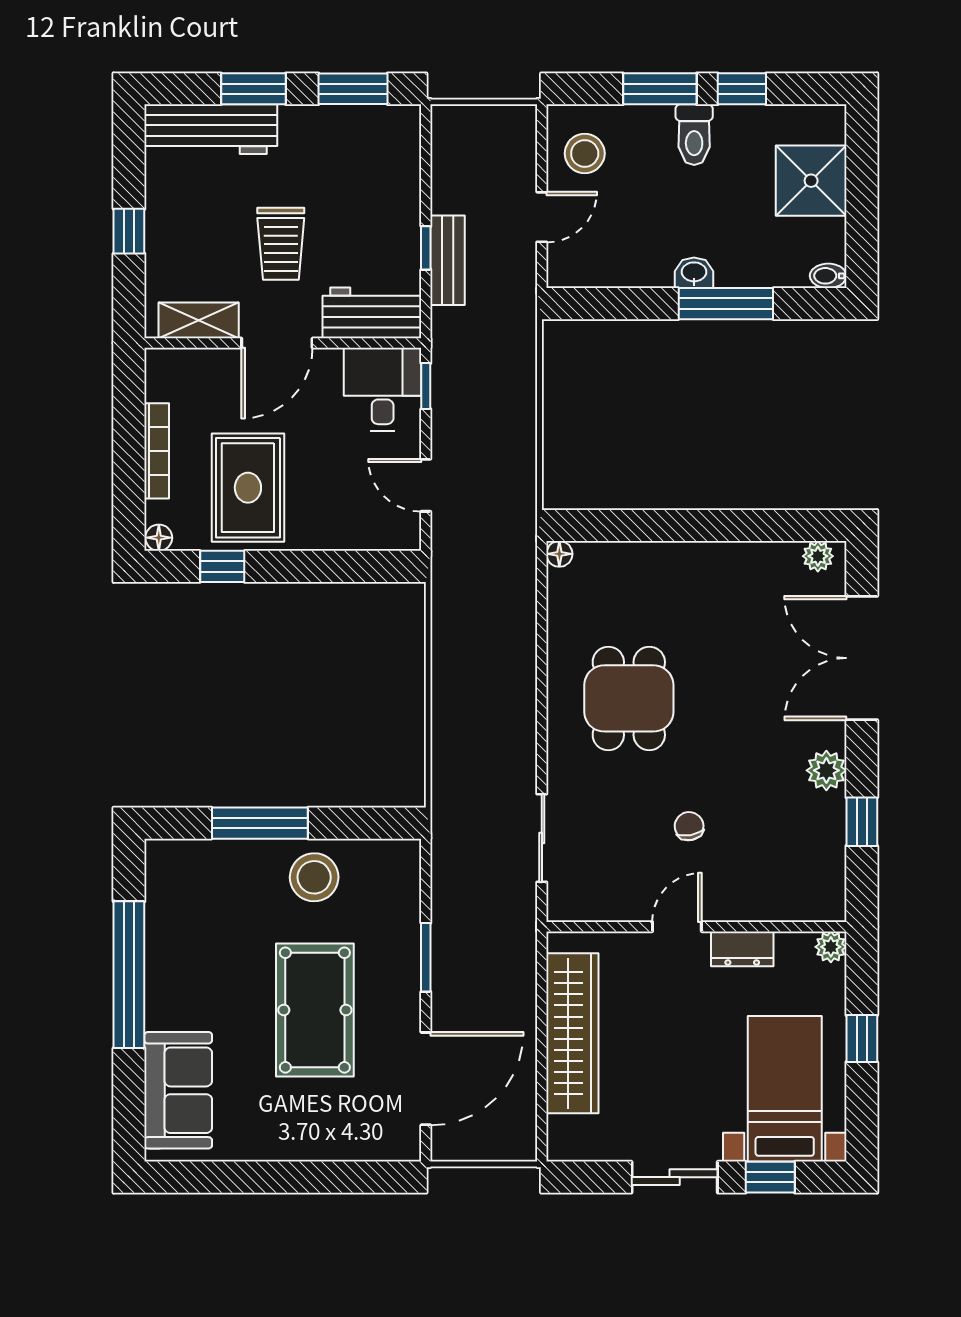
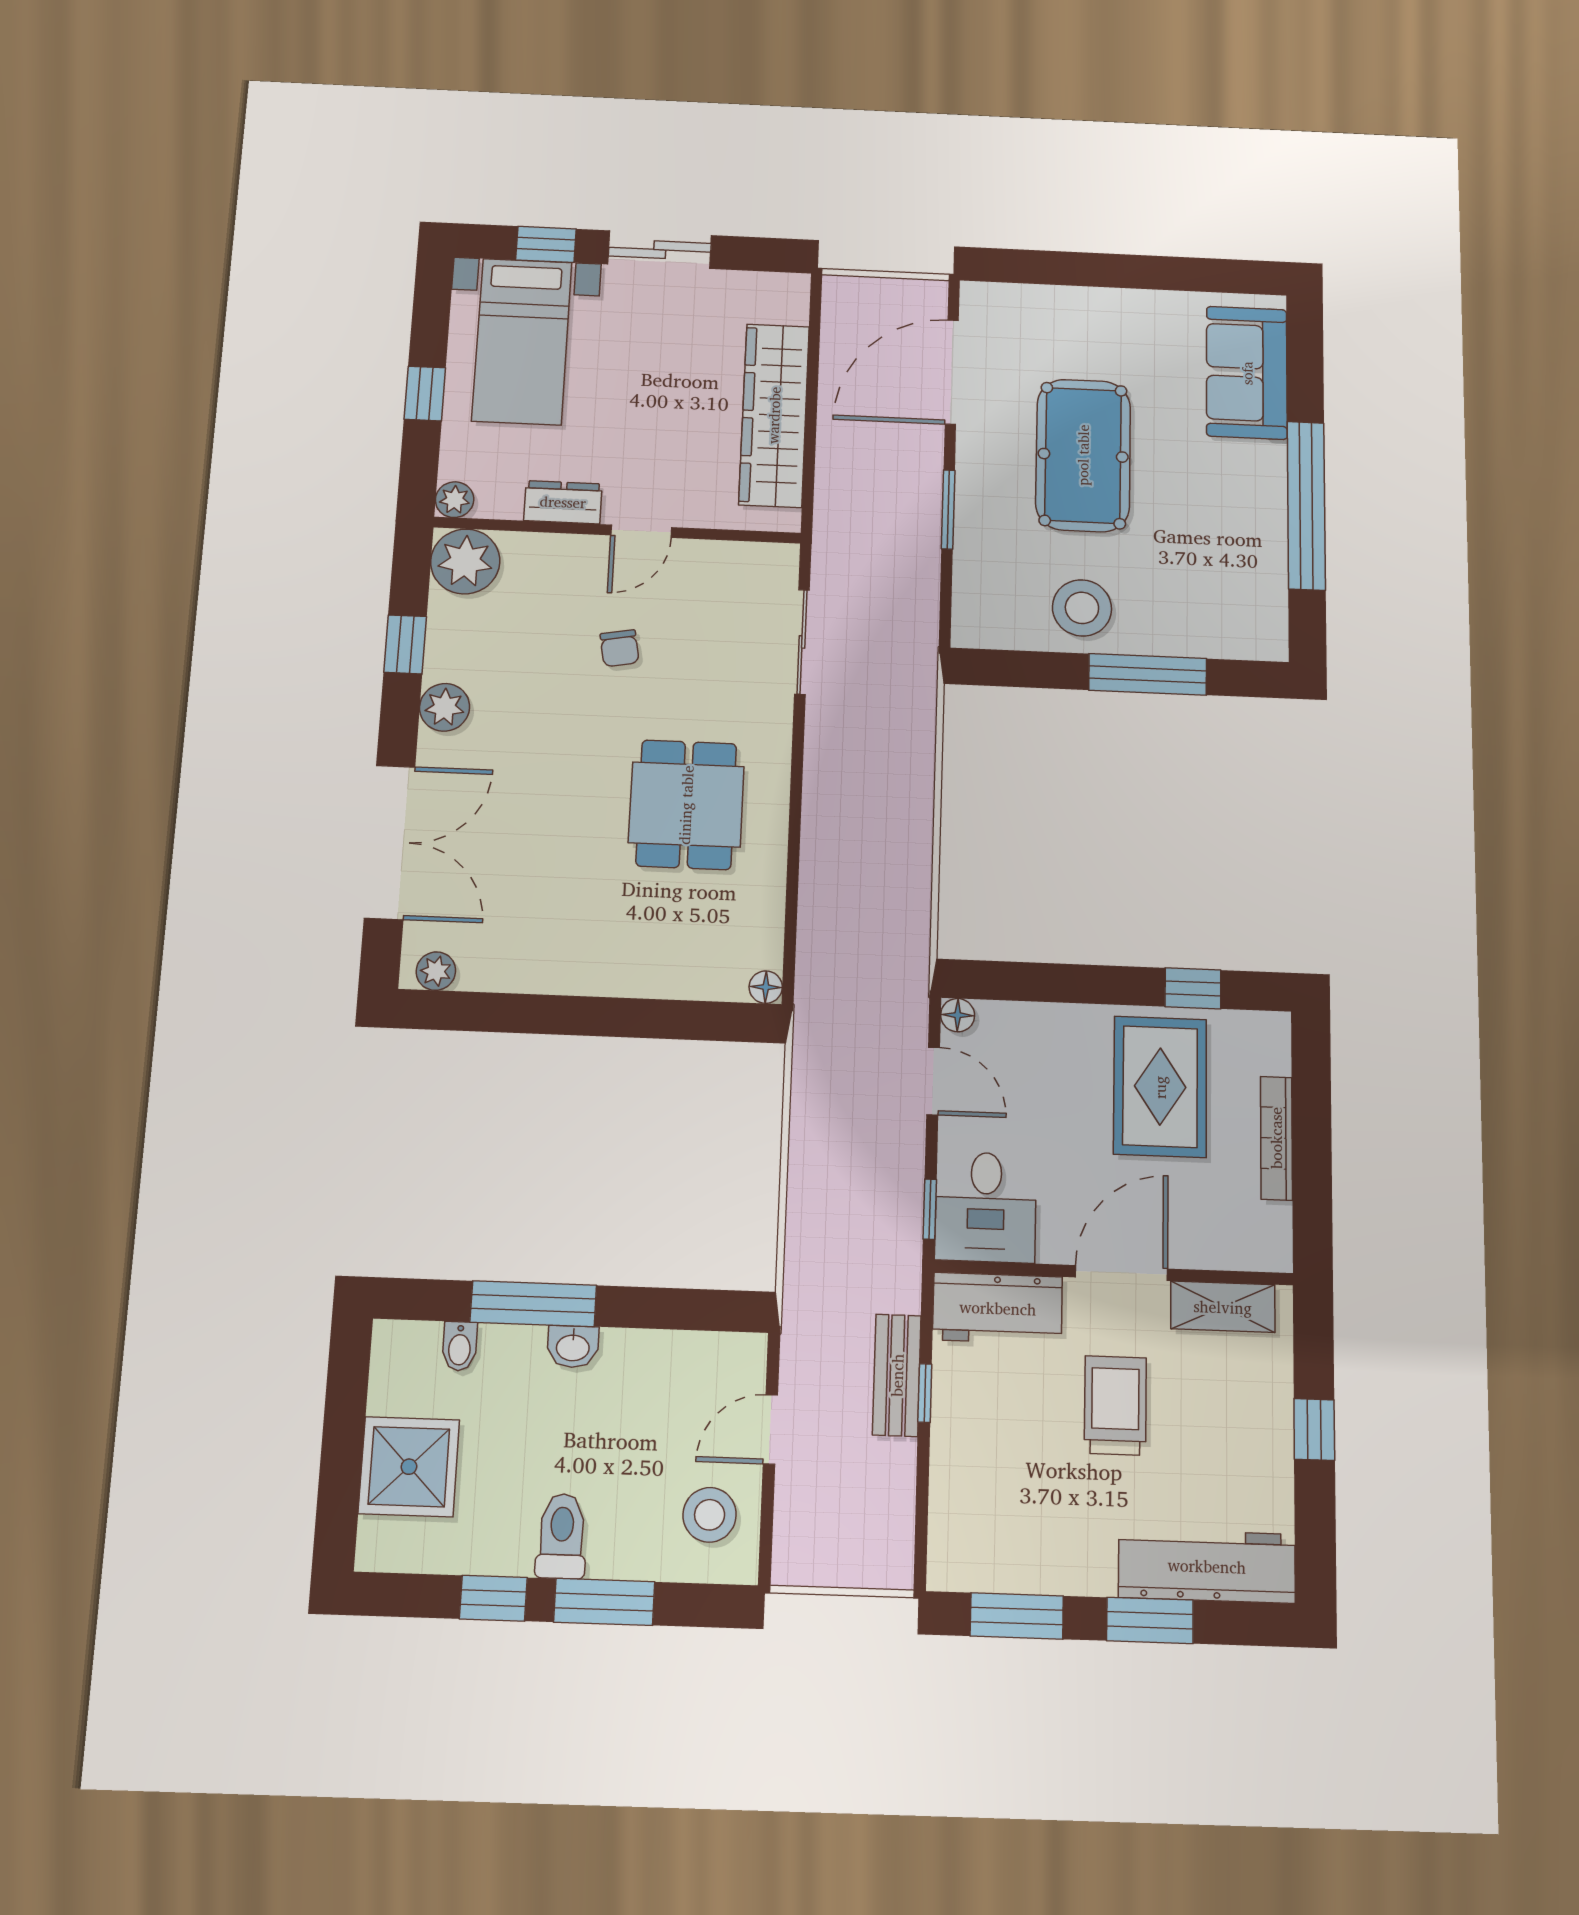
bidet: (828, 276) -> (460, 1346), moved, turned 90
floor lamp: (159, 538) -> (958, 1015), moved
plant: (818, 894) -> (465, 561), added

